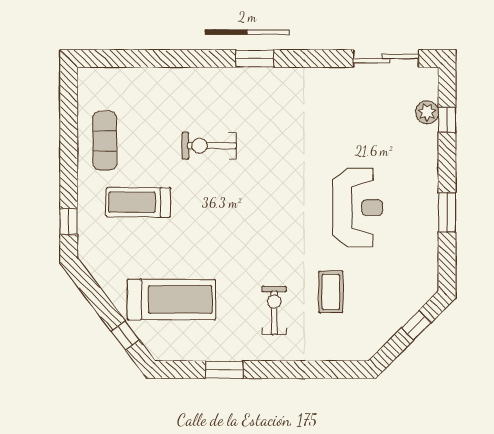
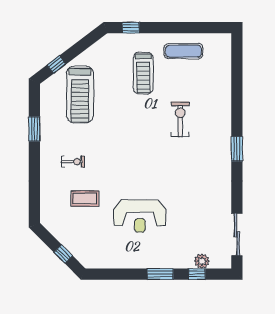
treadmill: (138, 202) -> (143, 73), turned 180
window: (447, 212) -> (160, 274), moved
exercise bike: (274, 310) -> (73, 162), width x0.73, depth x0.72

